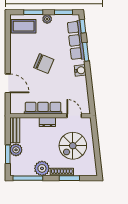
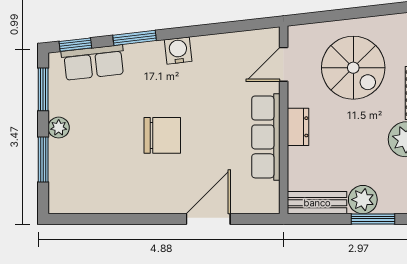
coffee table: (24, 26) -> (75, 182), removed
row of seats: (76, 40) -> (93, 62), width x0.68
chair: (44, 64) -> (162, 135), turned 67

